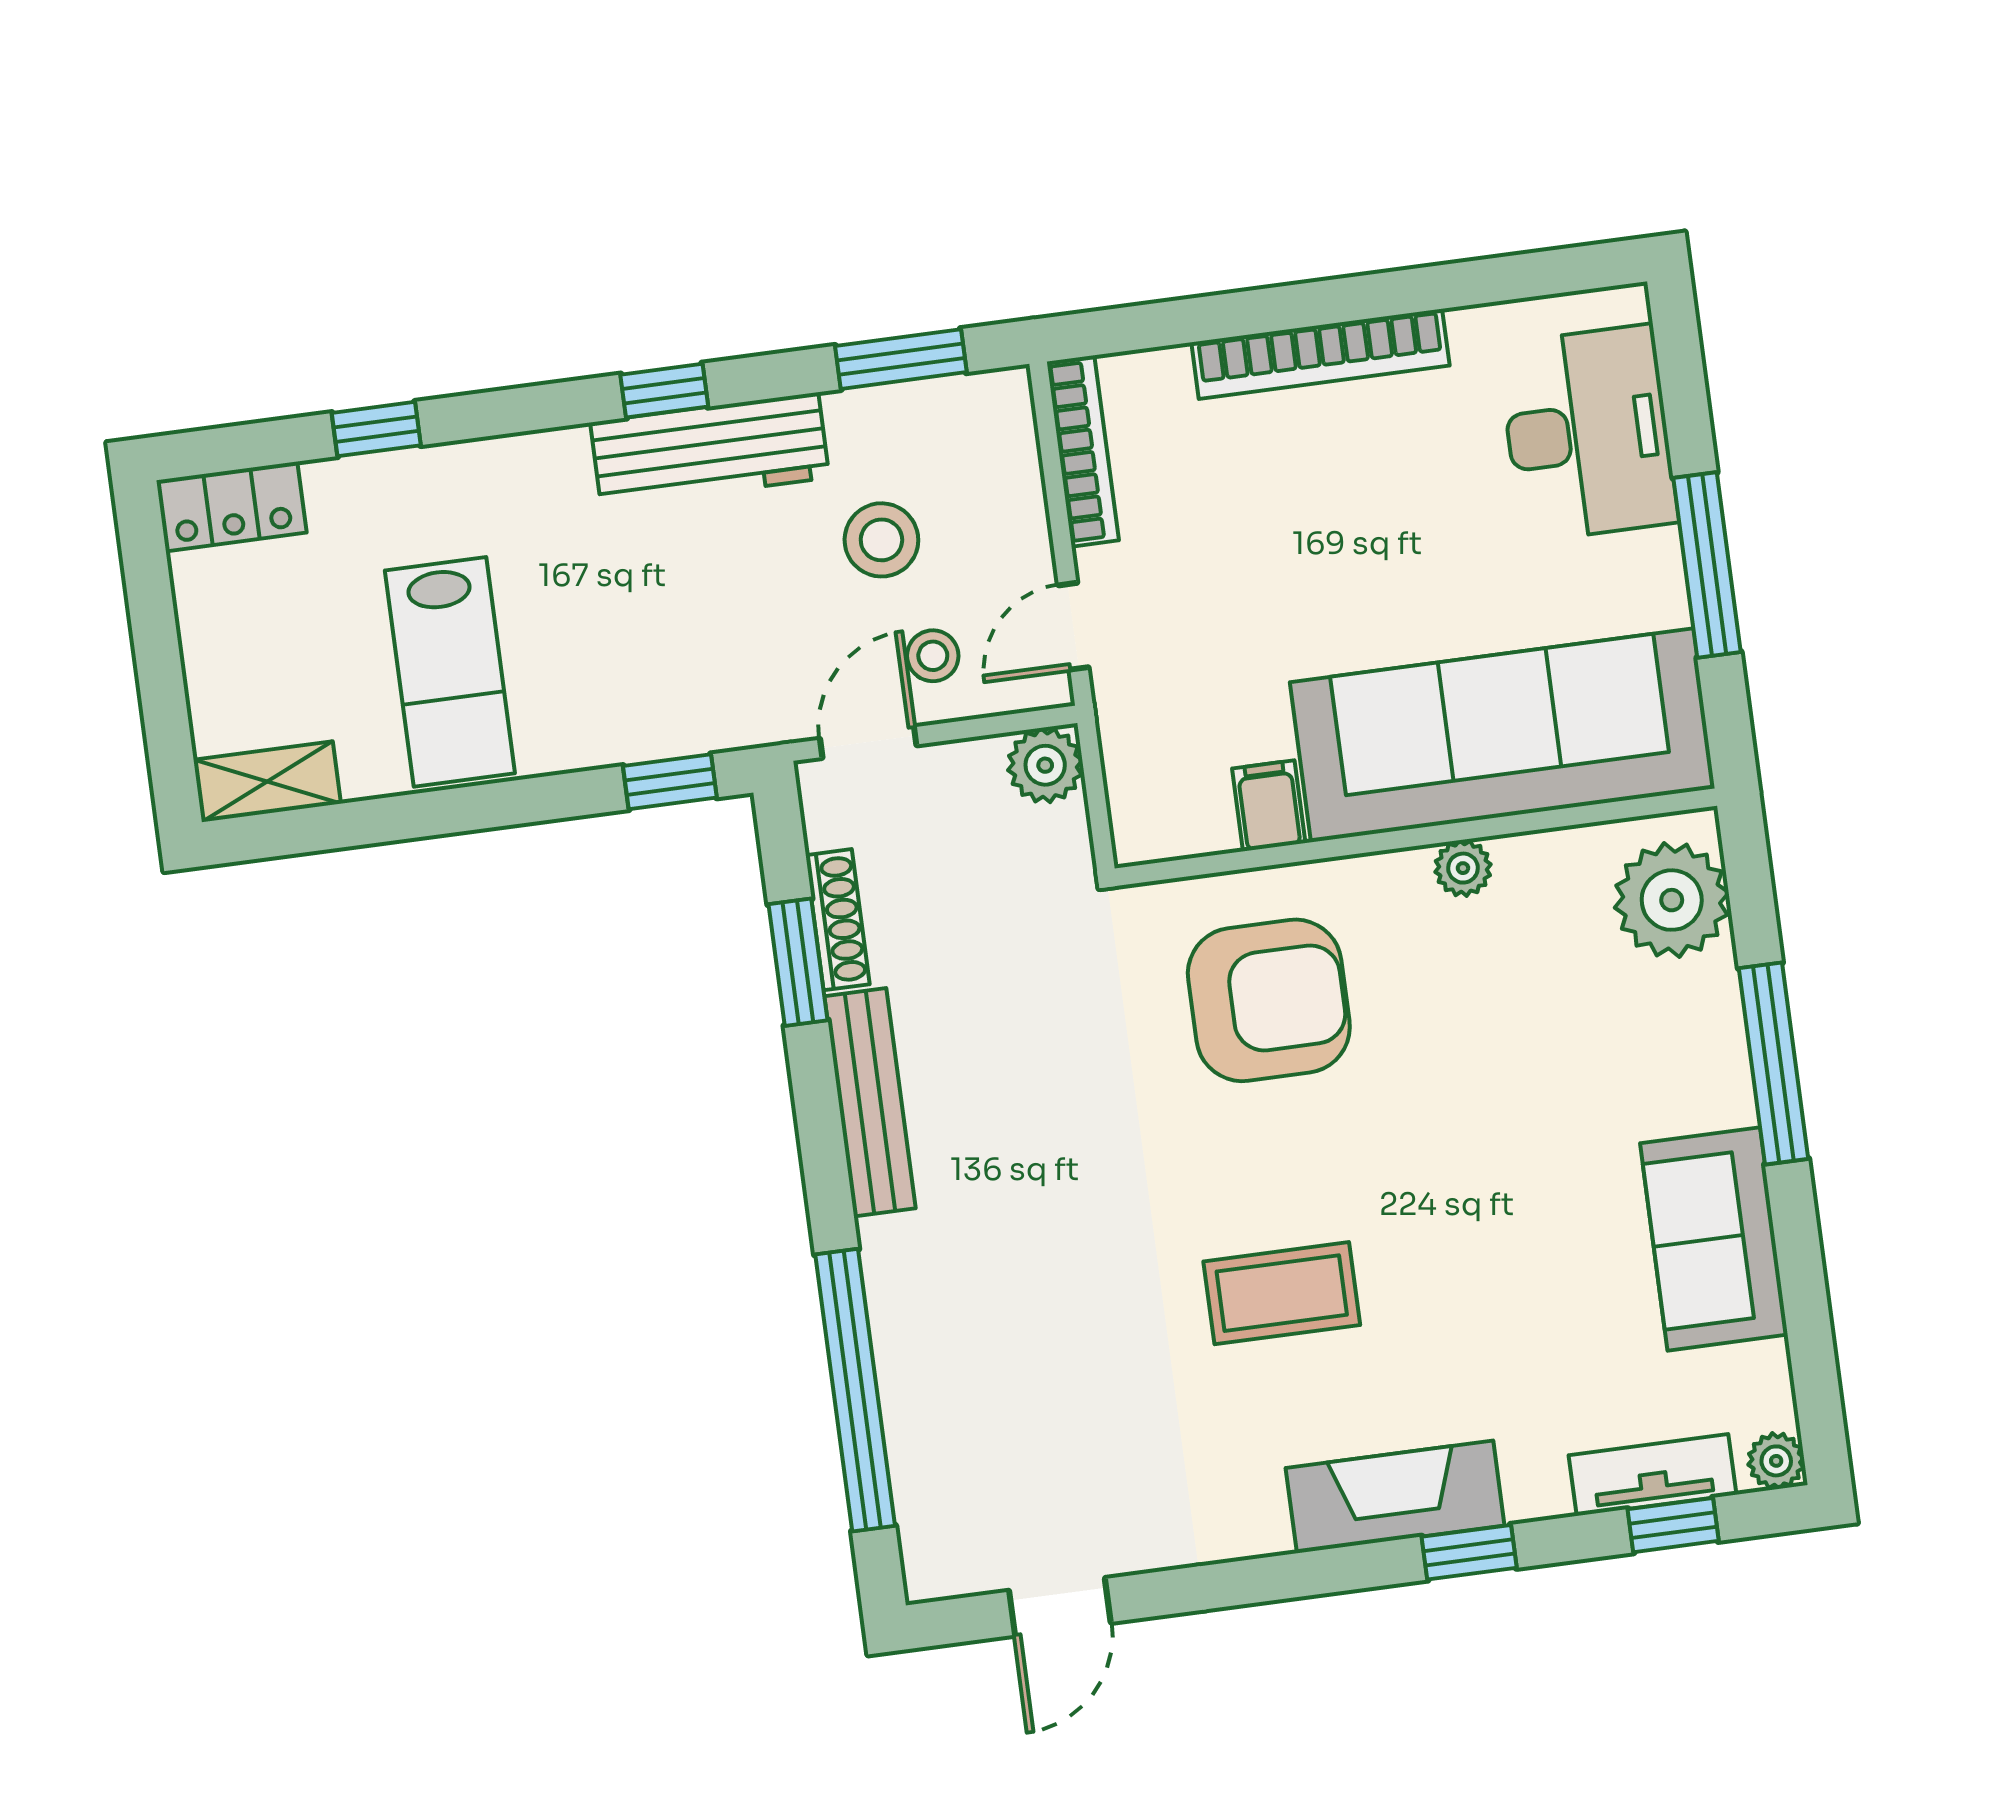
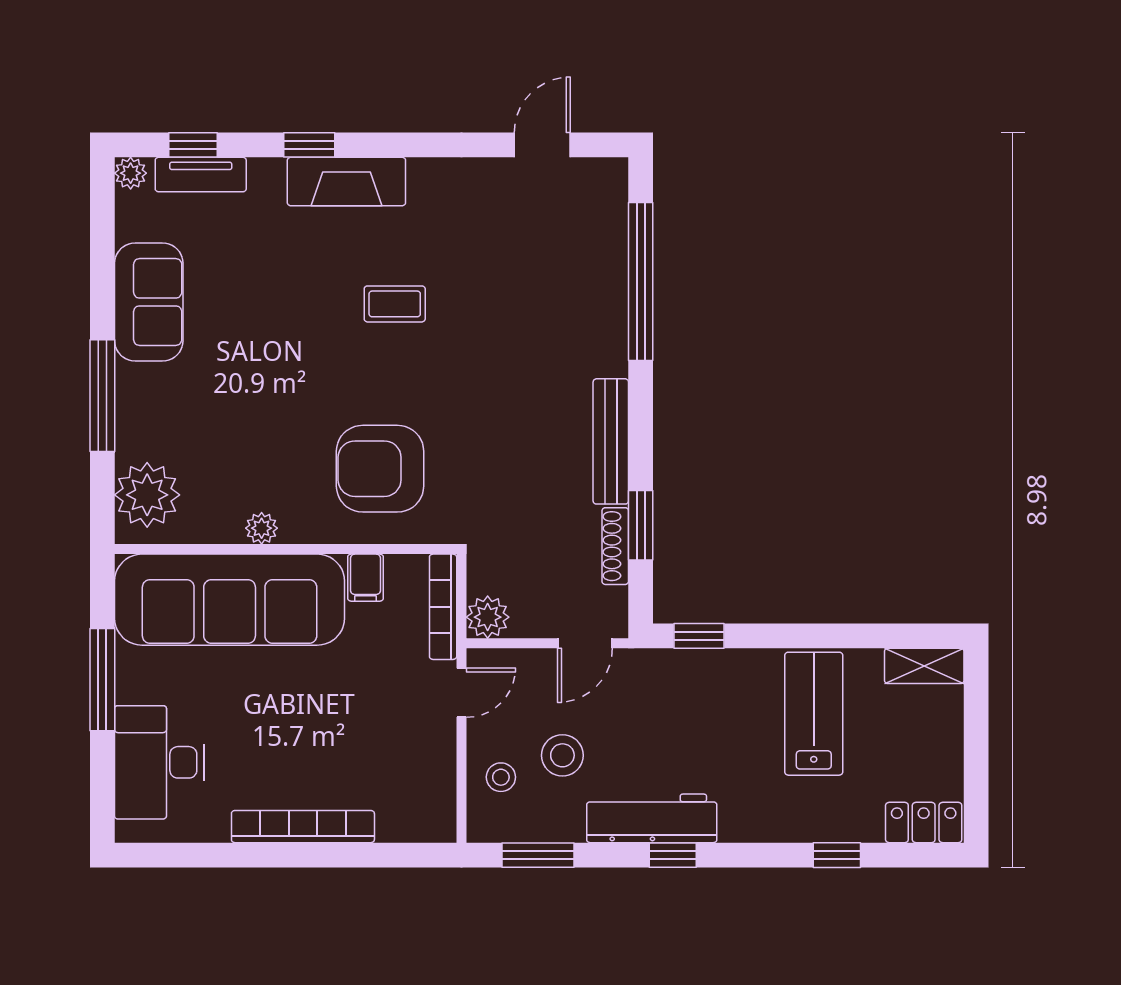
bookcase: (1083, 451) -> (443, 607), moved
stool: (933, 656) -> (501, 777), moved
coffee table: (1282, 1293) -> (395, 304), width x0.73, depth x0.77

